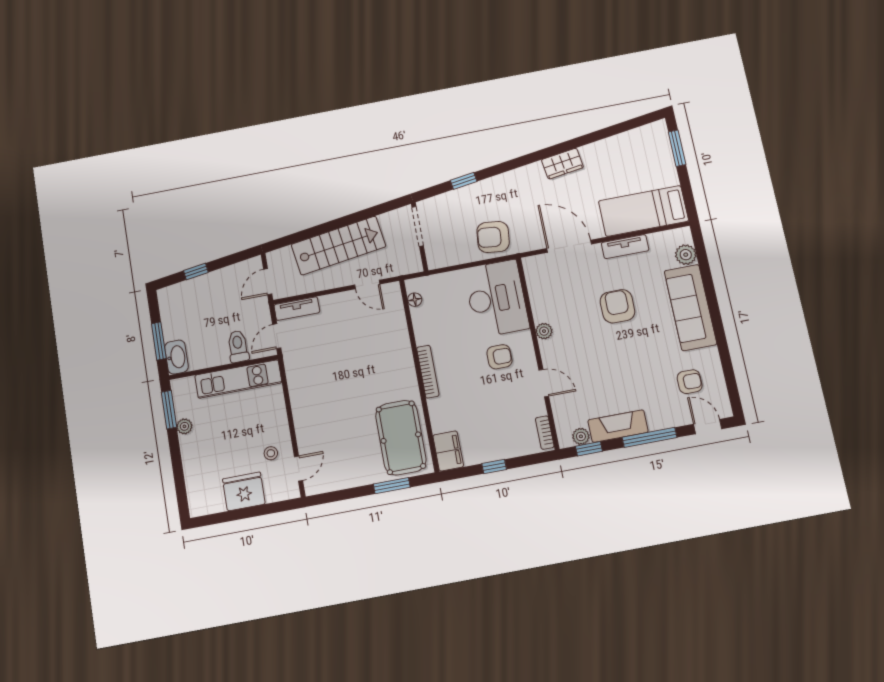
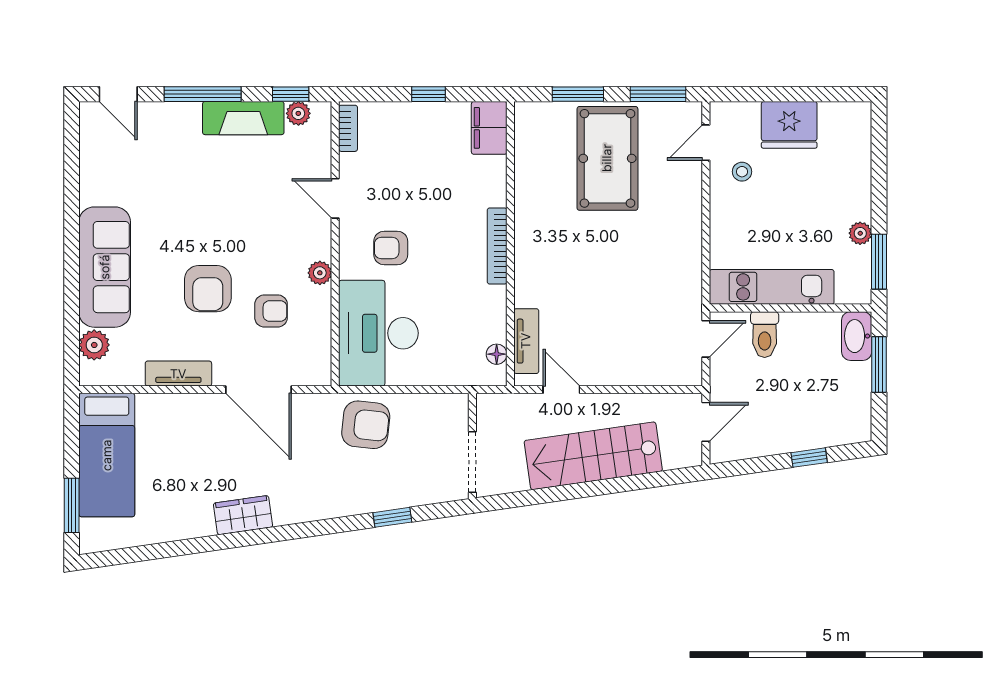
bed: (643, 211) -> (107, 455), moved, turned 90
tv unit: (297, 309) -> (526, 341), moved, turned 90
armchair: (690, 382) -> (271, 311), moved, turned 180
pool table: (401, 438) -> (607, 158), moved
window: (337, 496) -> (658, 94), added

